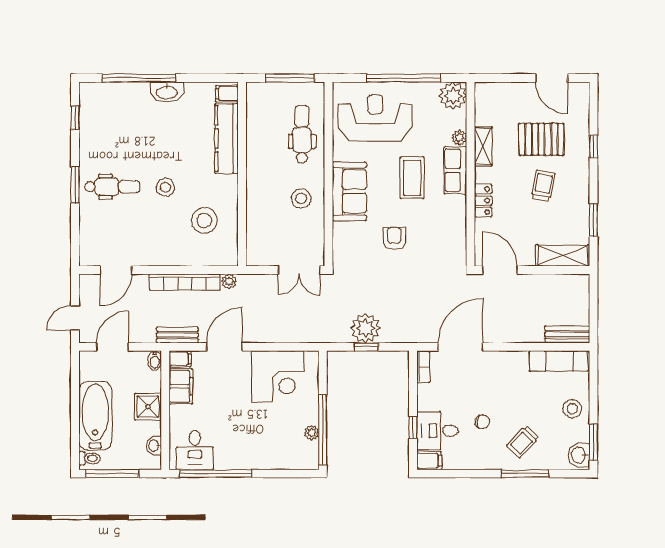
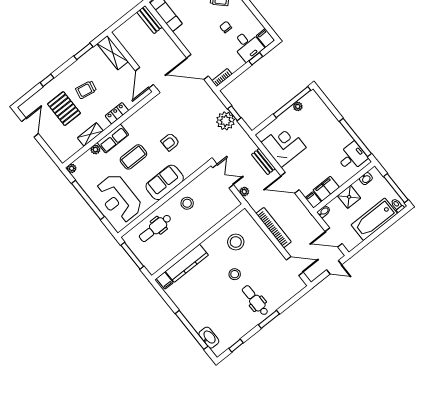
washbasin: (167, 92) -> (209, 338), moved
plant: (453, 96) -> (72, 168), width x0.53, depth x0.53
plant: (229, 281) -> (244, 192), moved
bench: (177, 335) -> (263, 162), moved

